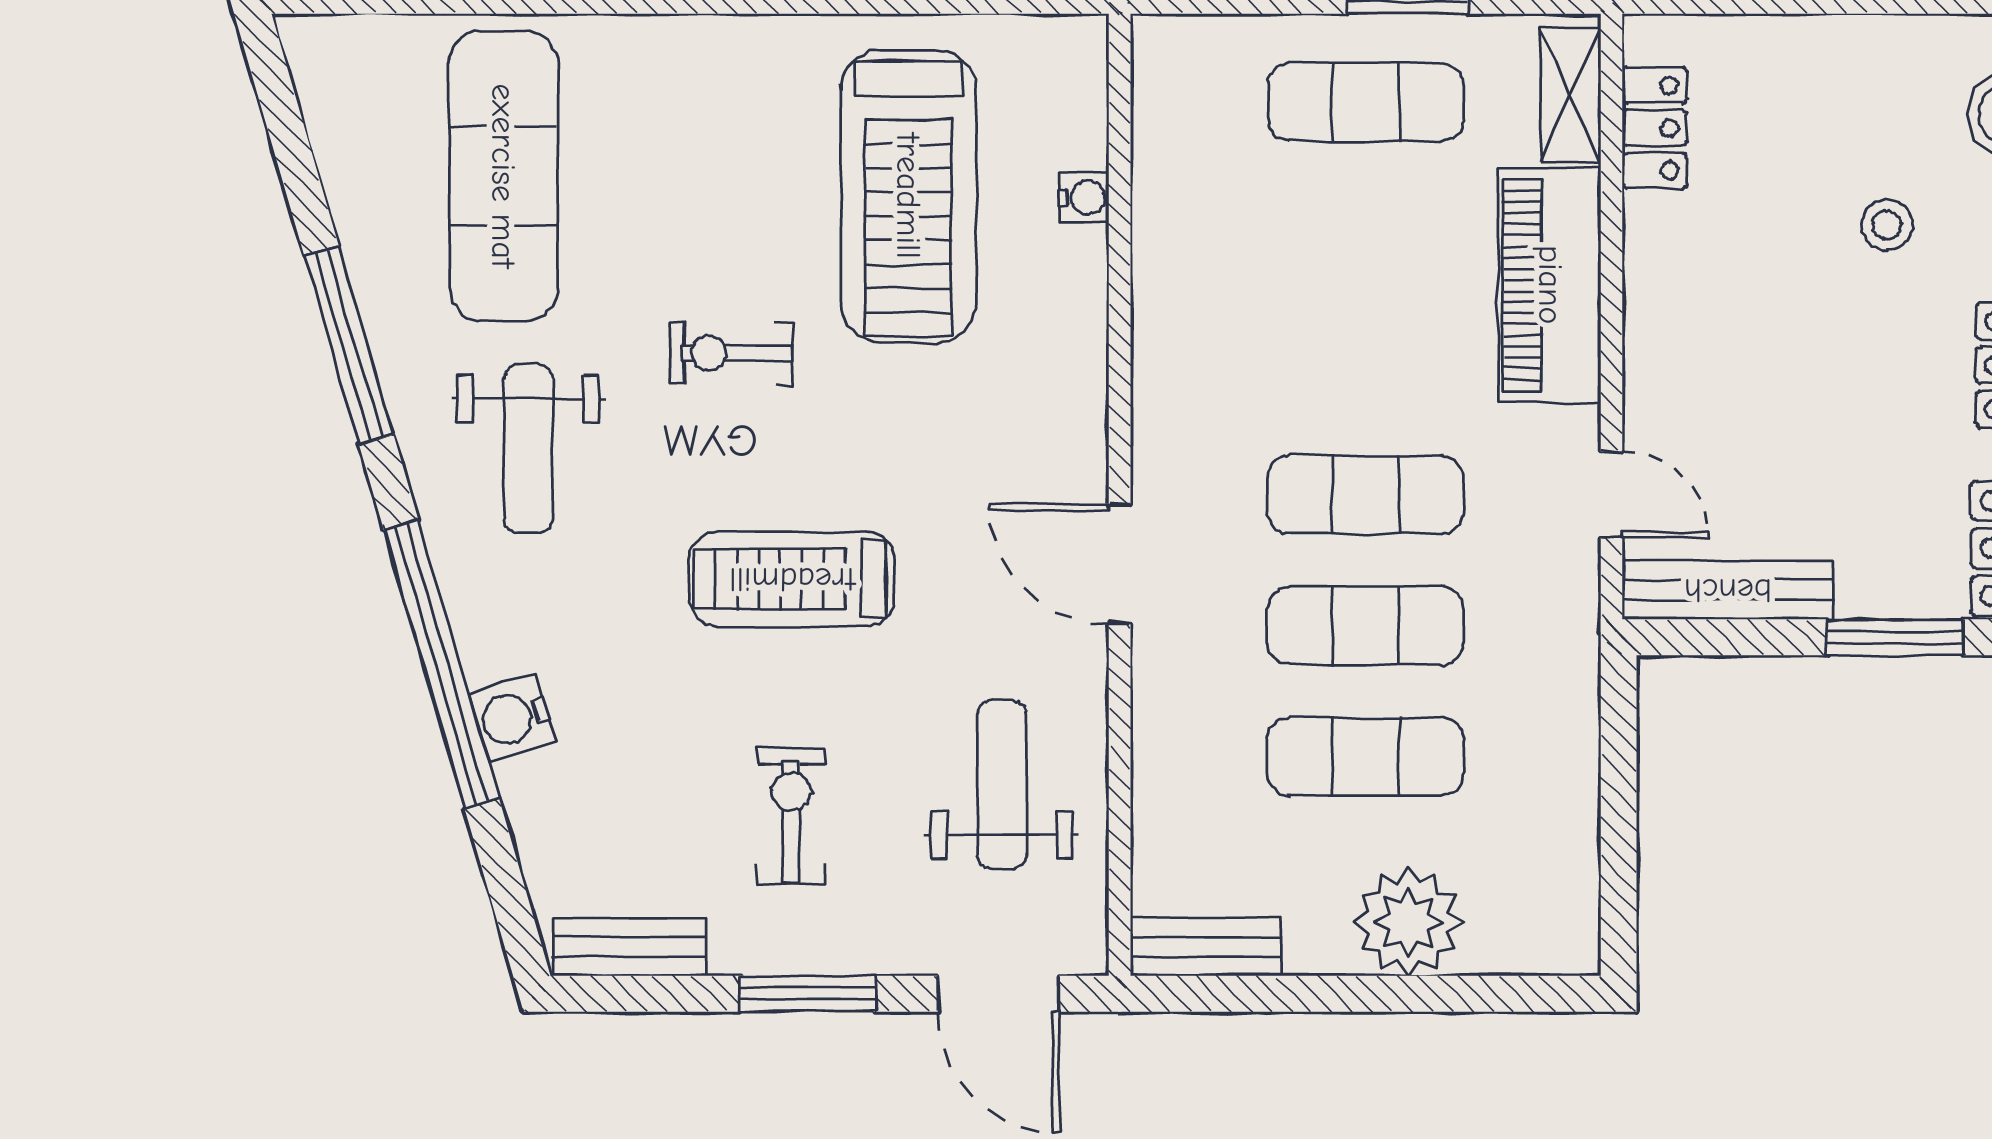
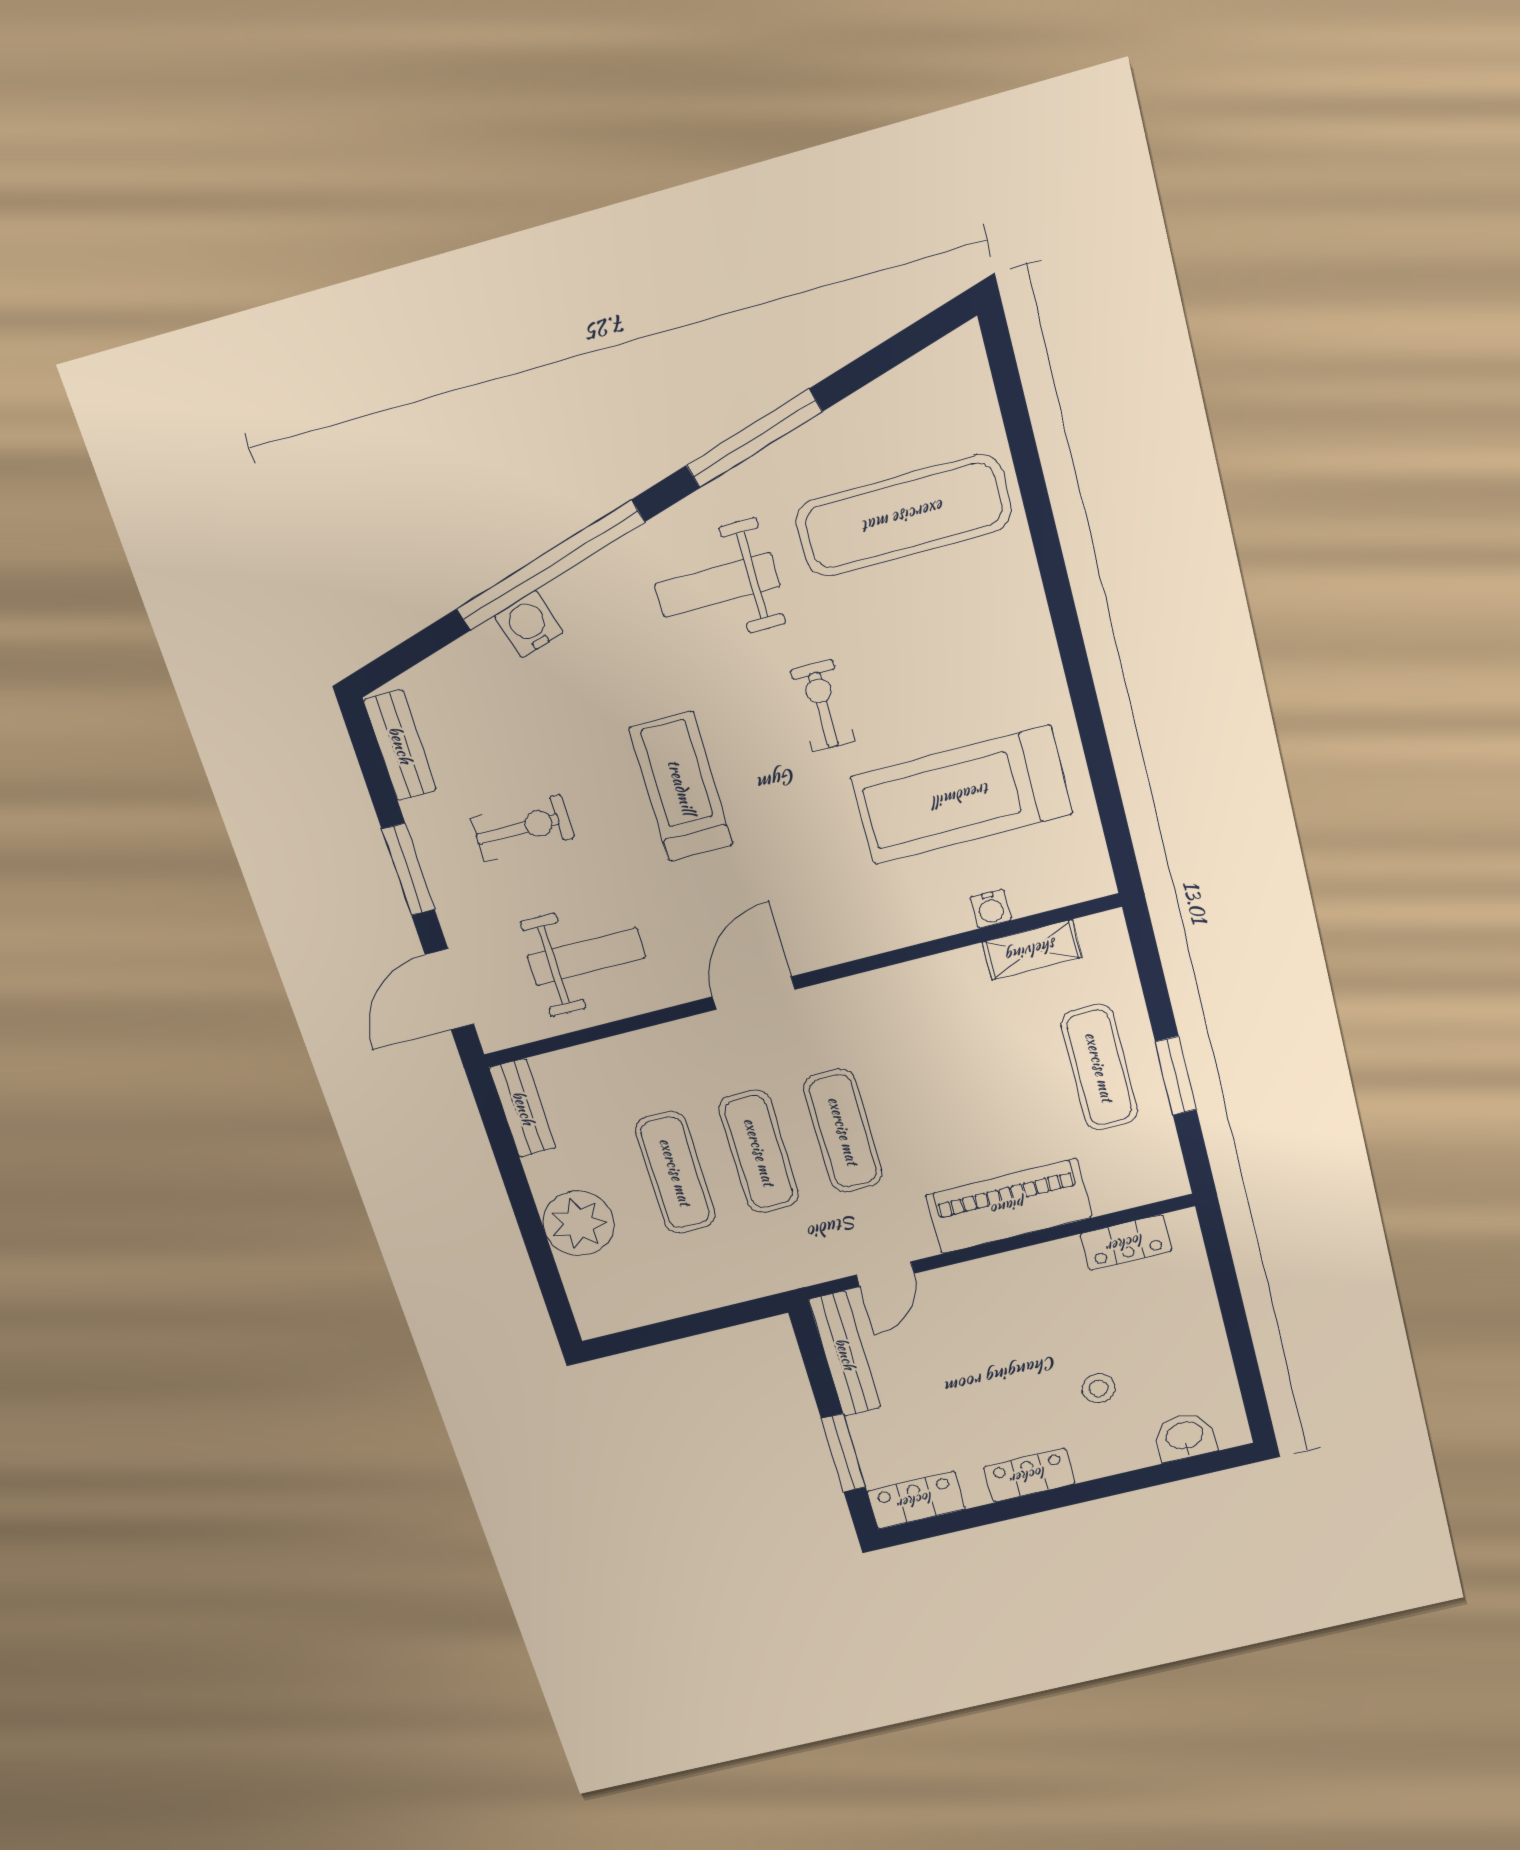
shelving: (1571, 95) -> (1032, 950), moved

